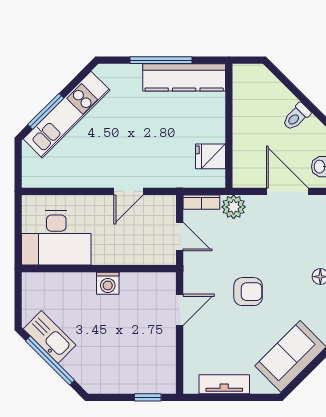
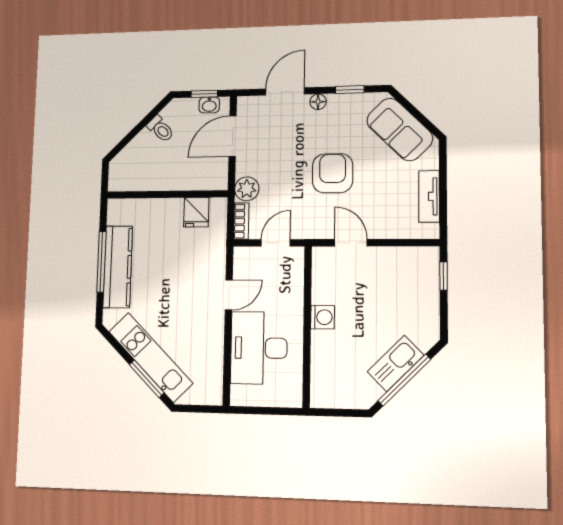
kitchen counter: (184, 77) -> (118, 267), moved
door: (129, 191) -> (229, 295), hinge flipped
desk: (56, 238) -> (259, 348), moved, turned 180
armchair: (248, 292) -> (333, 173), width x1.38, depth x1.38
kitchen sink: (50, 337) -> (396, 363), moved

